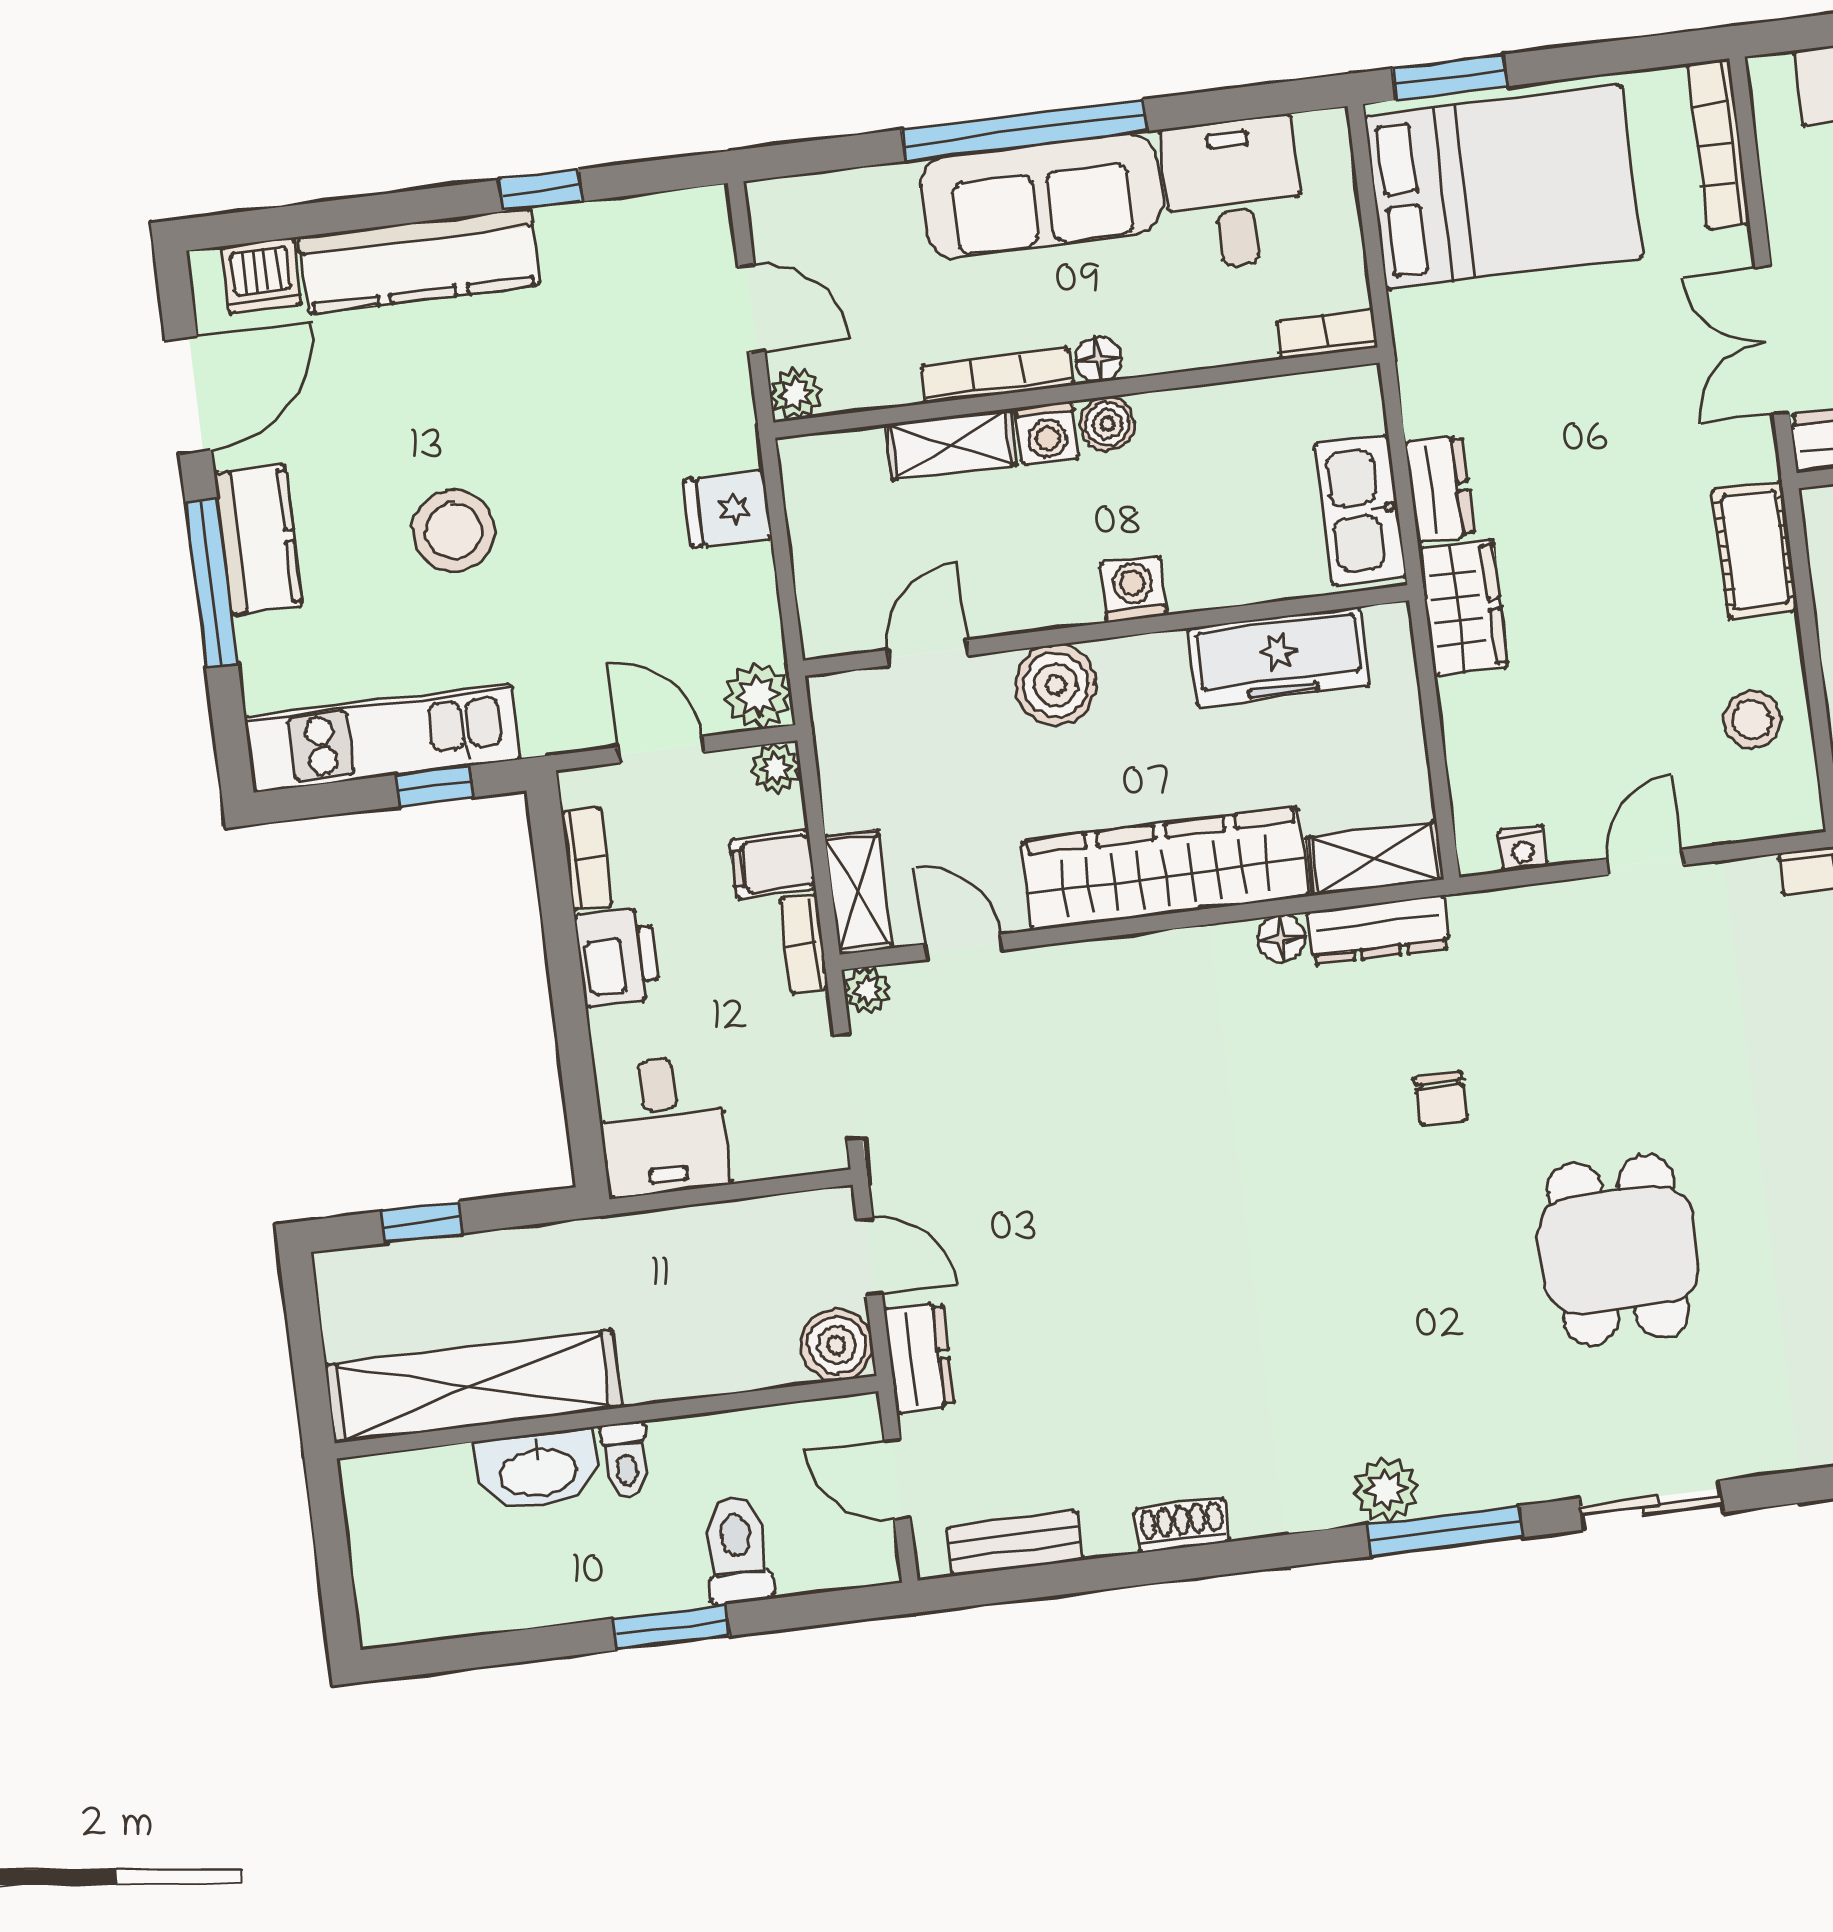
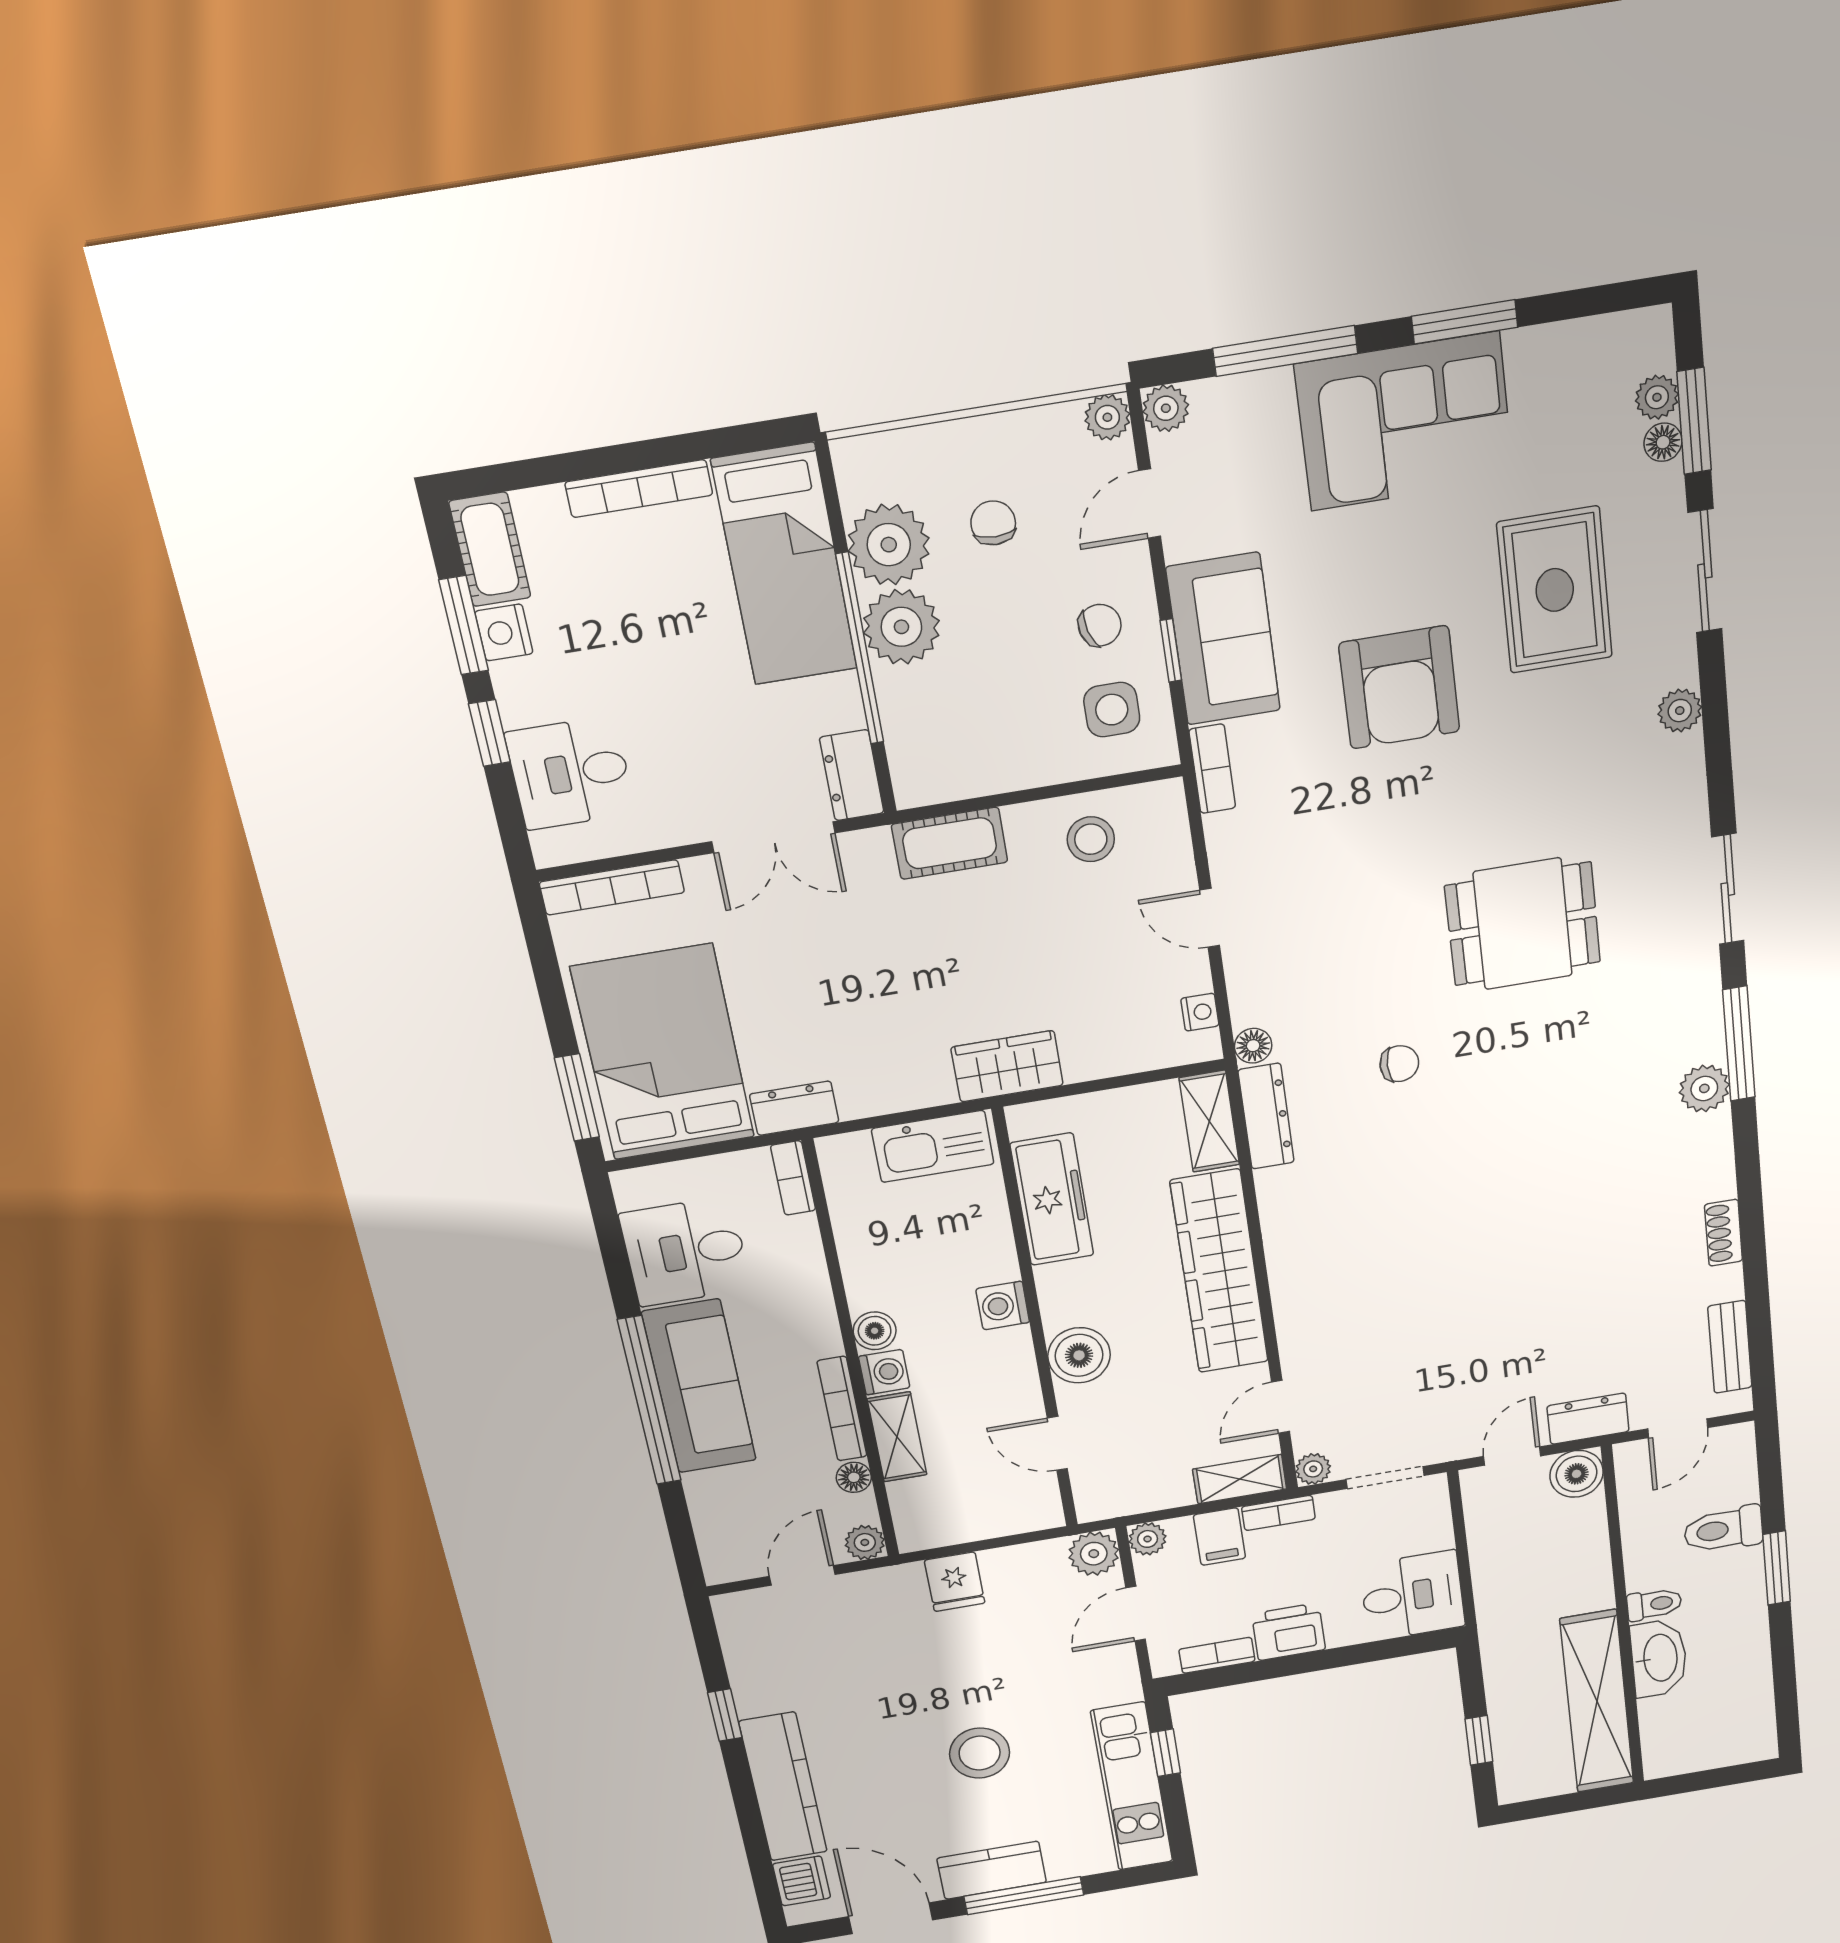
floor lamp: (1099, 359) -> (854, 1477), moved
dresser: (1440, 489) -> (794, 1108), moved
floor lamp: (1281, 938) -> (1253, 1046), moved

